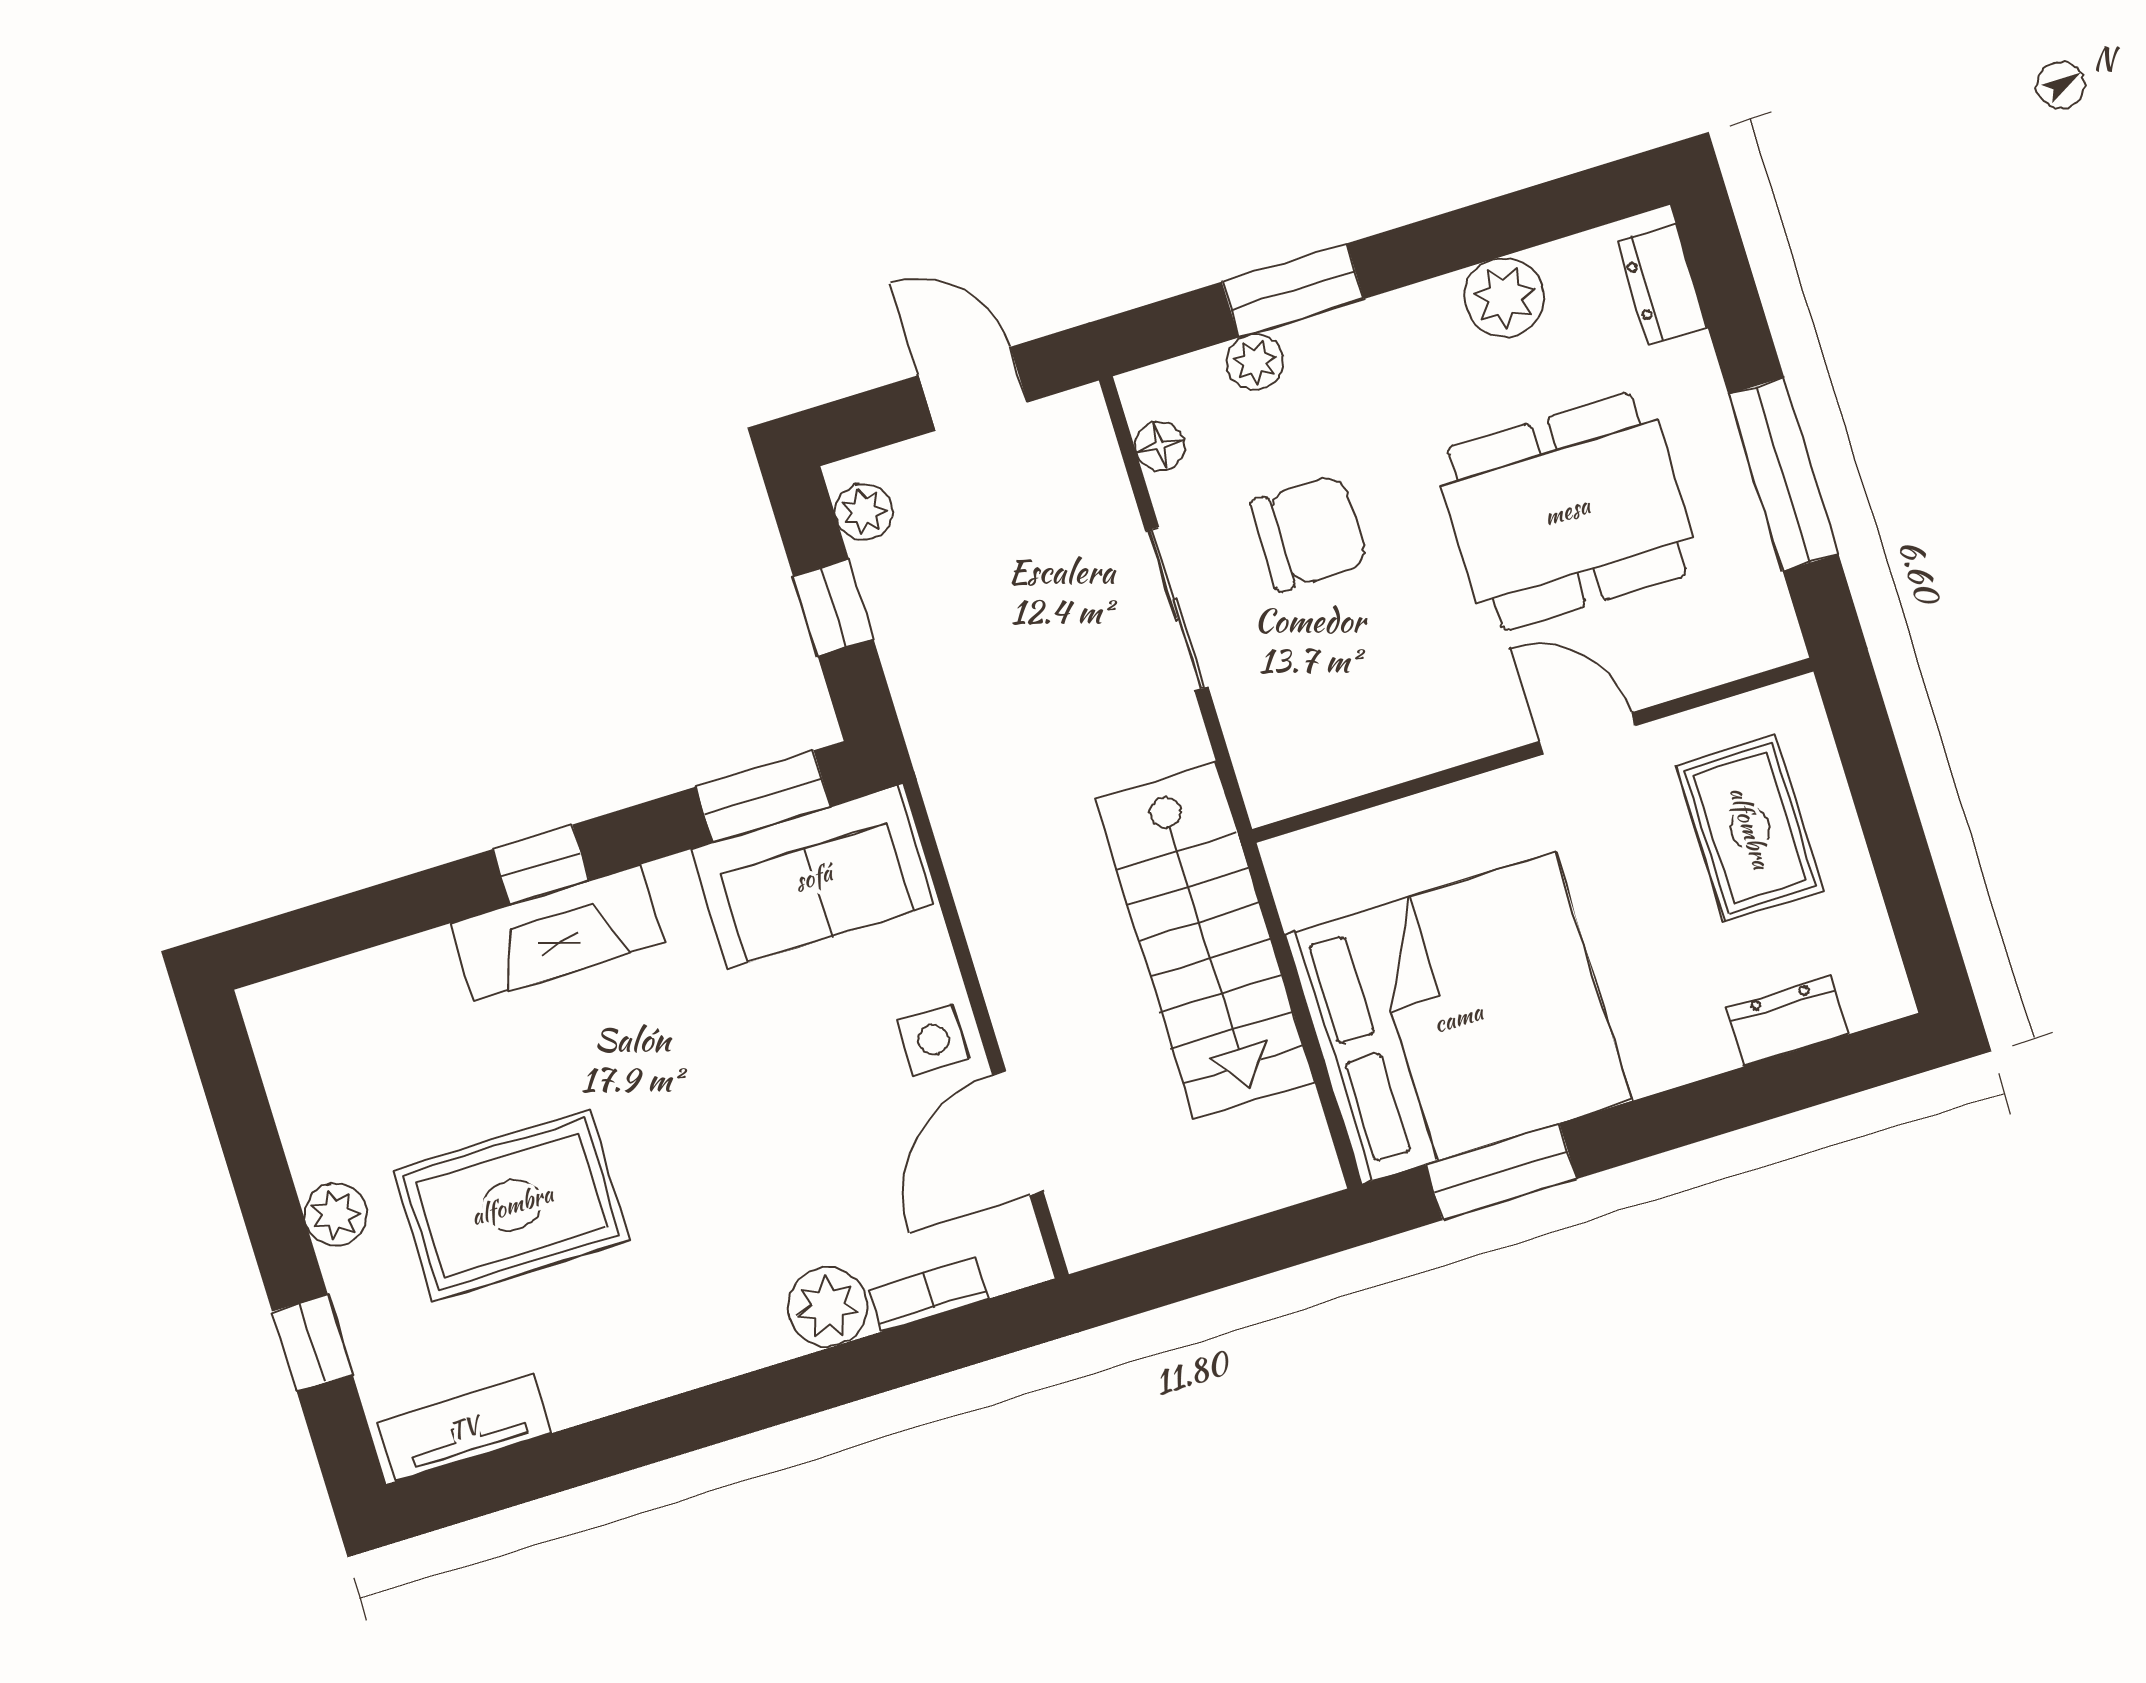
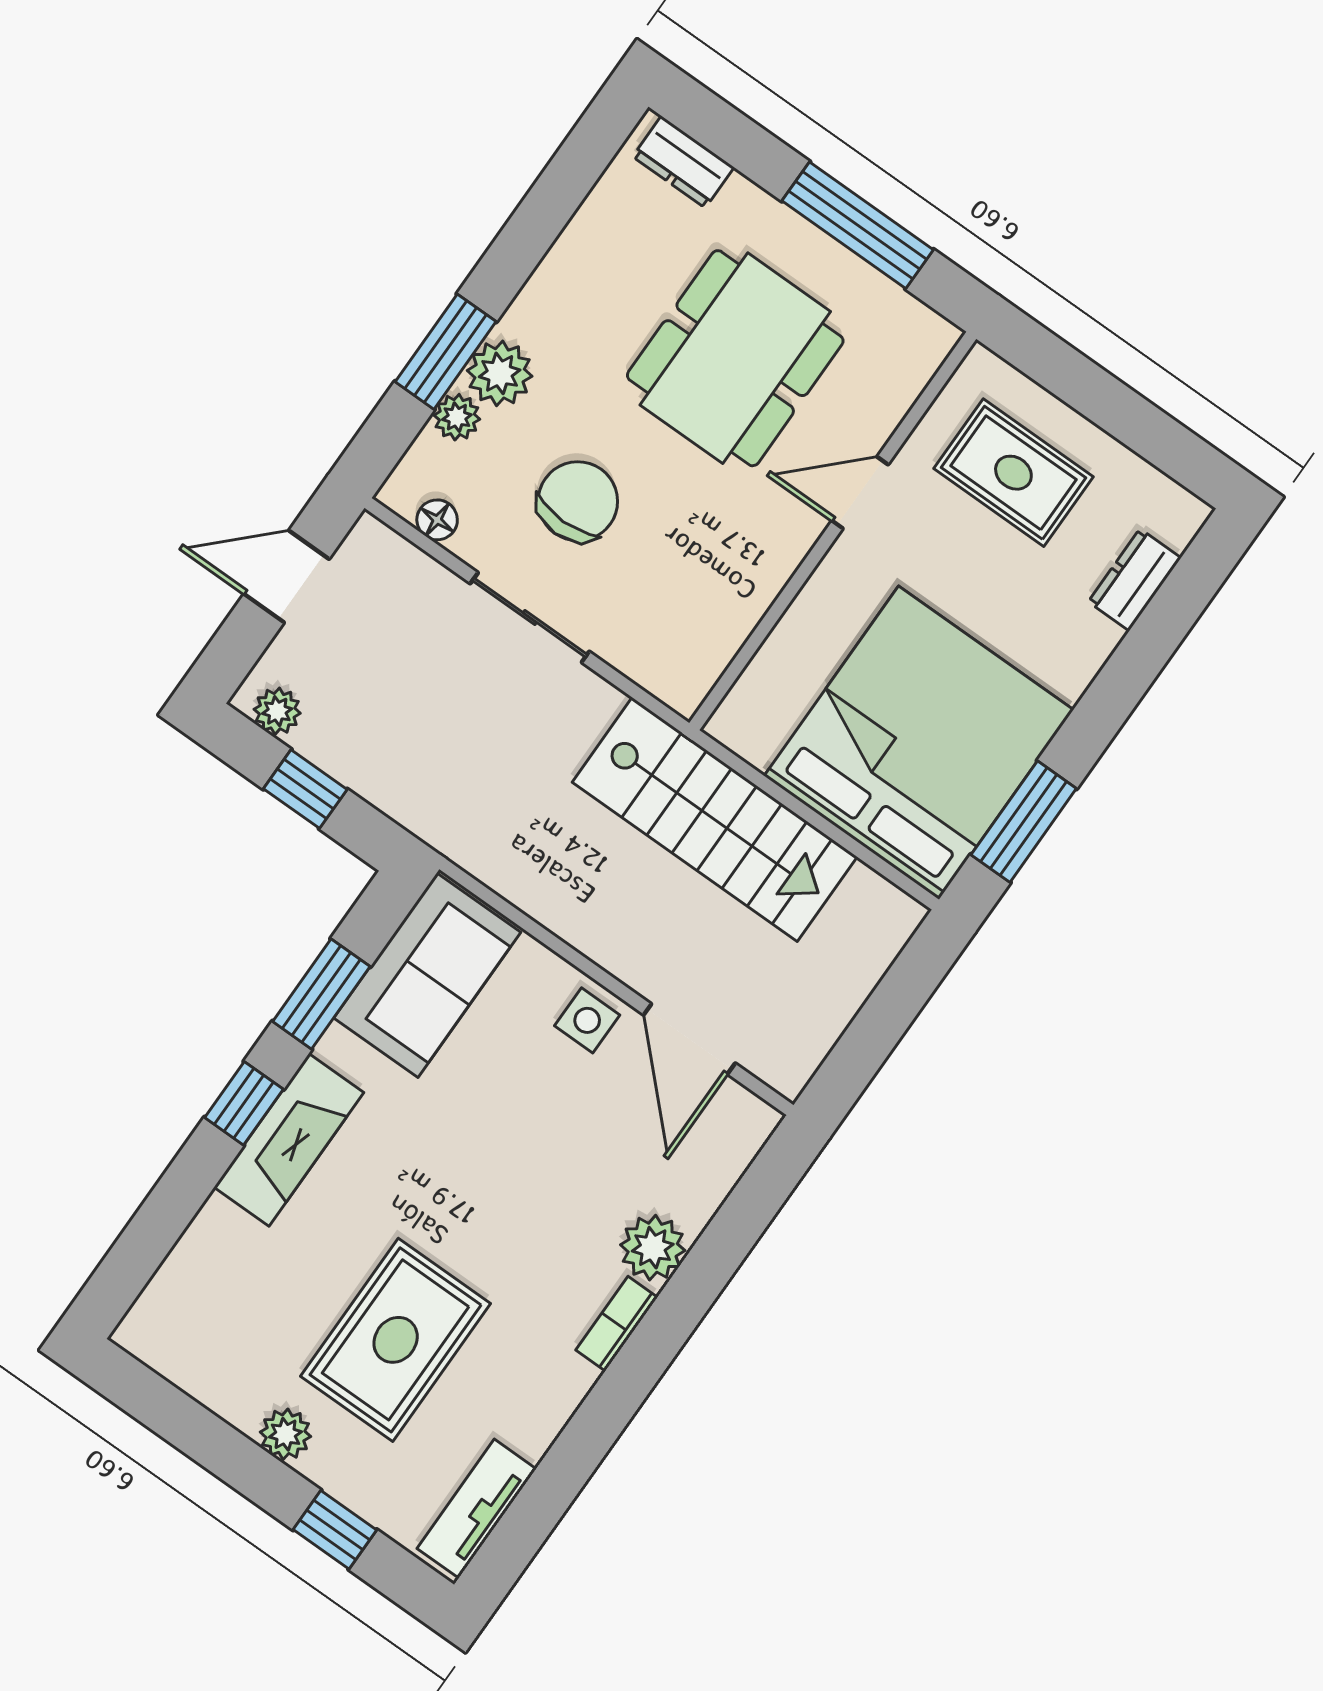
plant: (1504, 297) -> (500, 373), moved
window: (763, 796) -> (321, 994), moved
bookcase: (929, 1294) -> (617, 1324), moved

